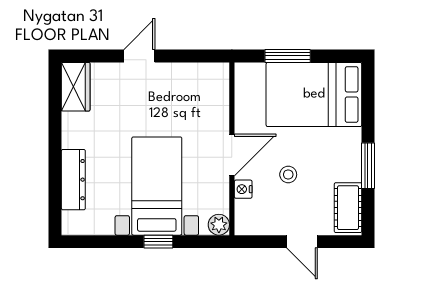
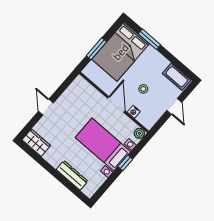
window: (368, 166) -> (149, 39), moved
door: (302, 242) -> (174, 106), hinge flipped

